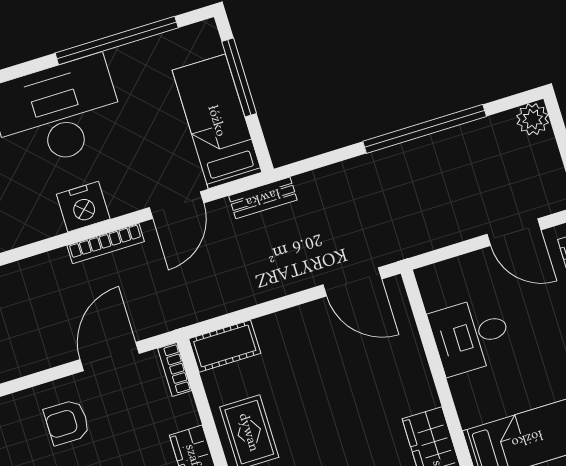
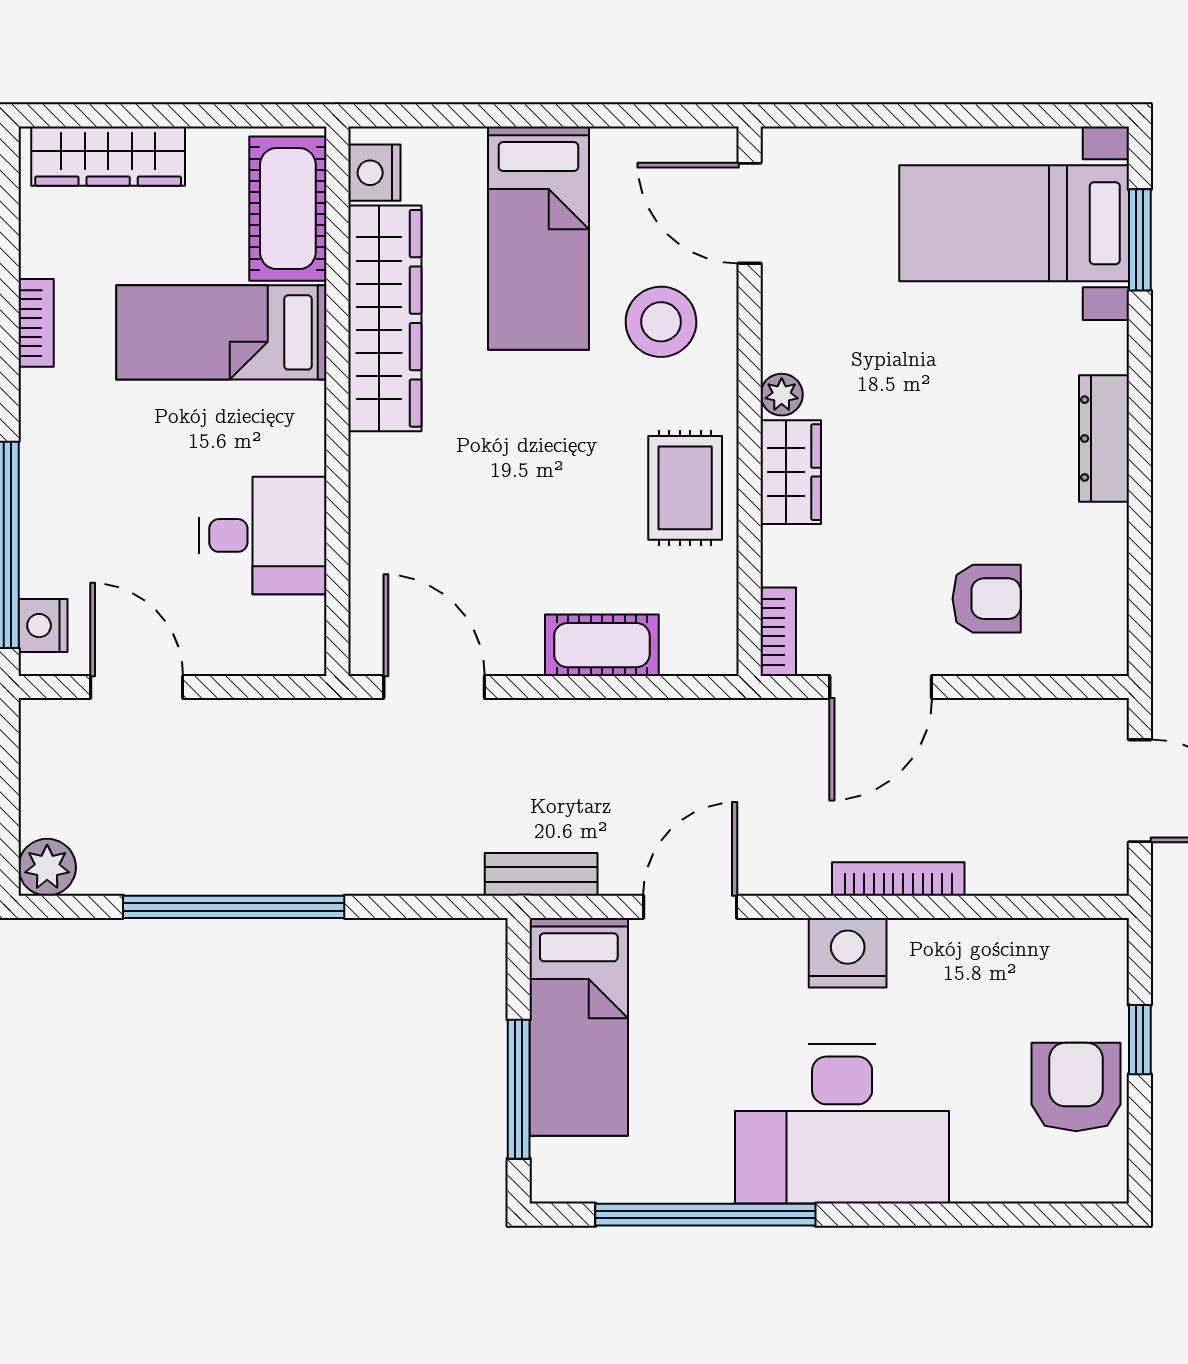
bookcase: (106, 244) -> (898, 879), moved
cot: (225, 346) -> (602, 645), moved

